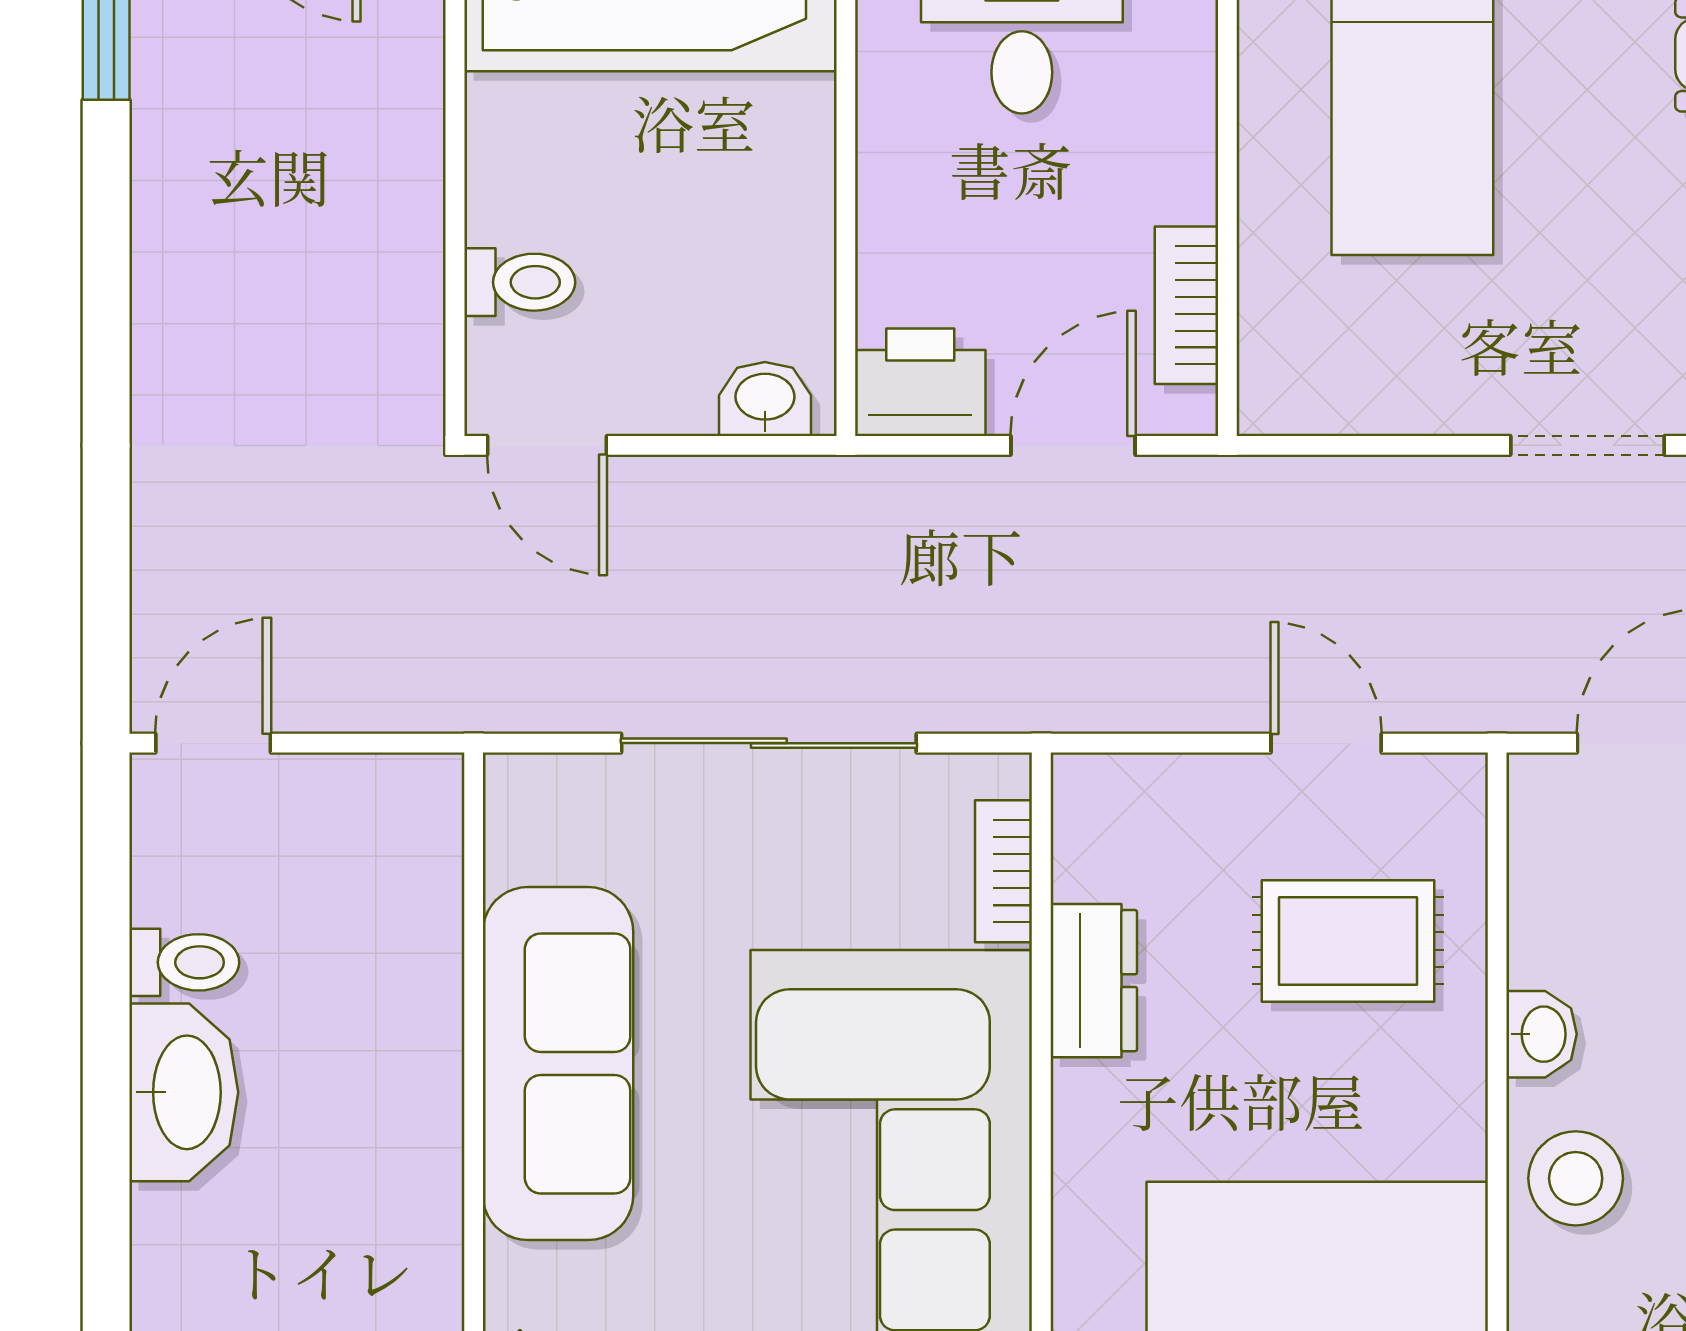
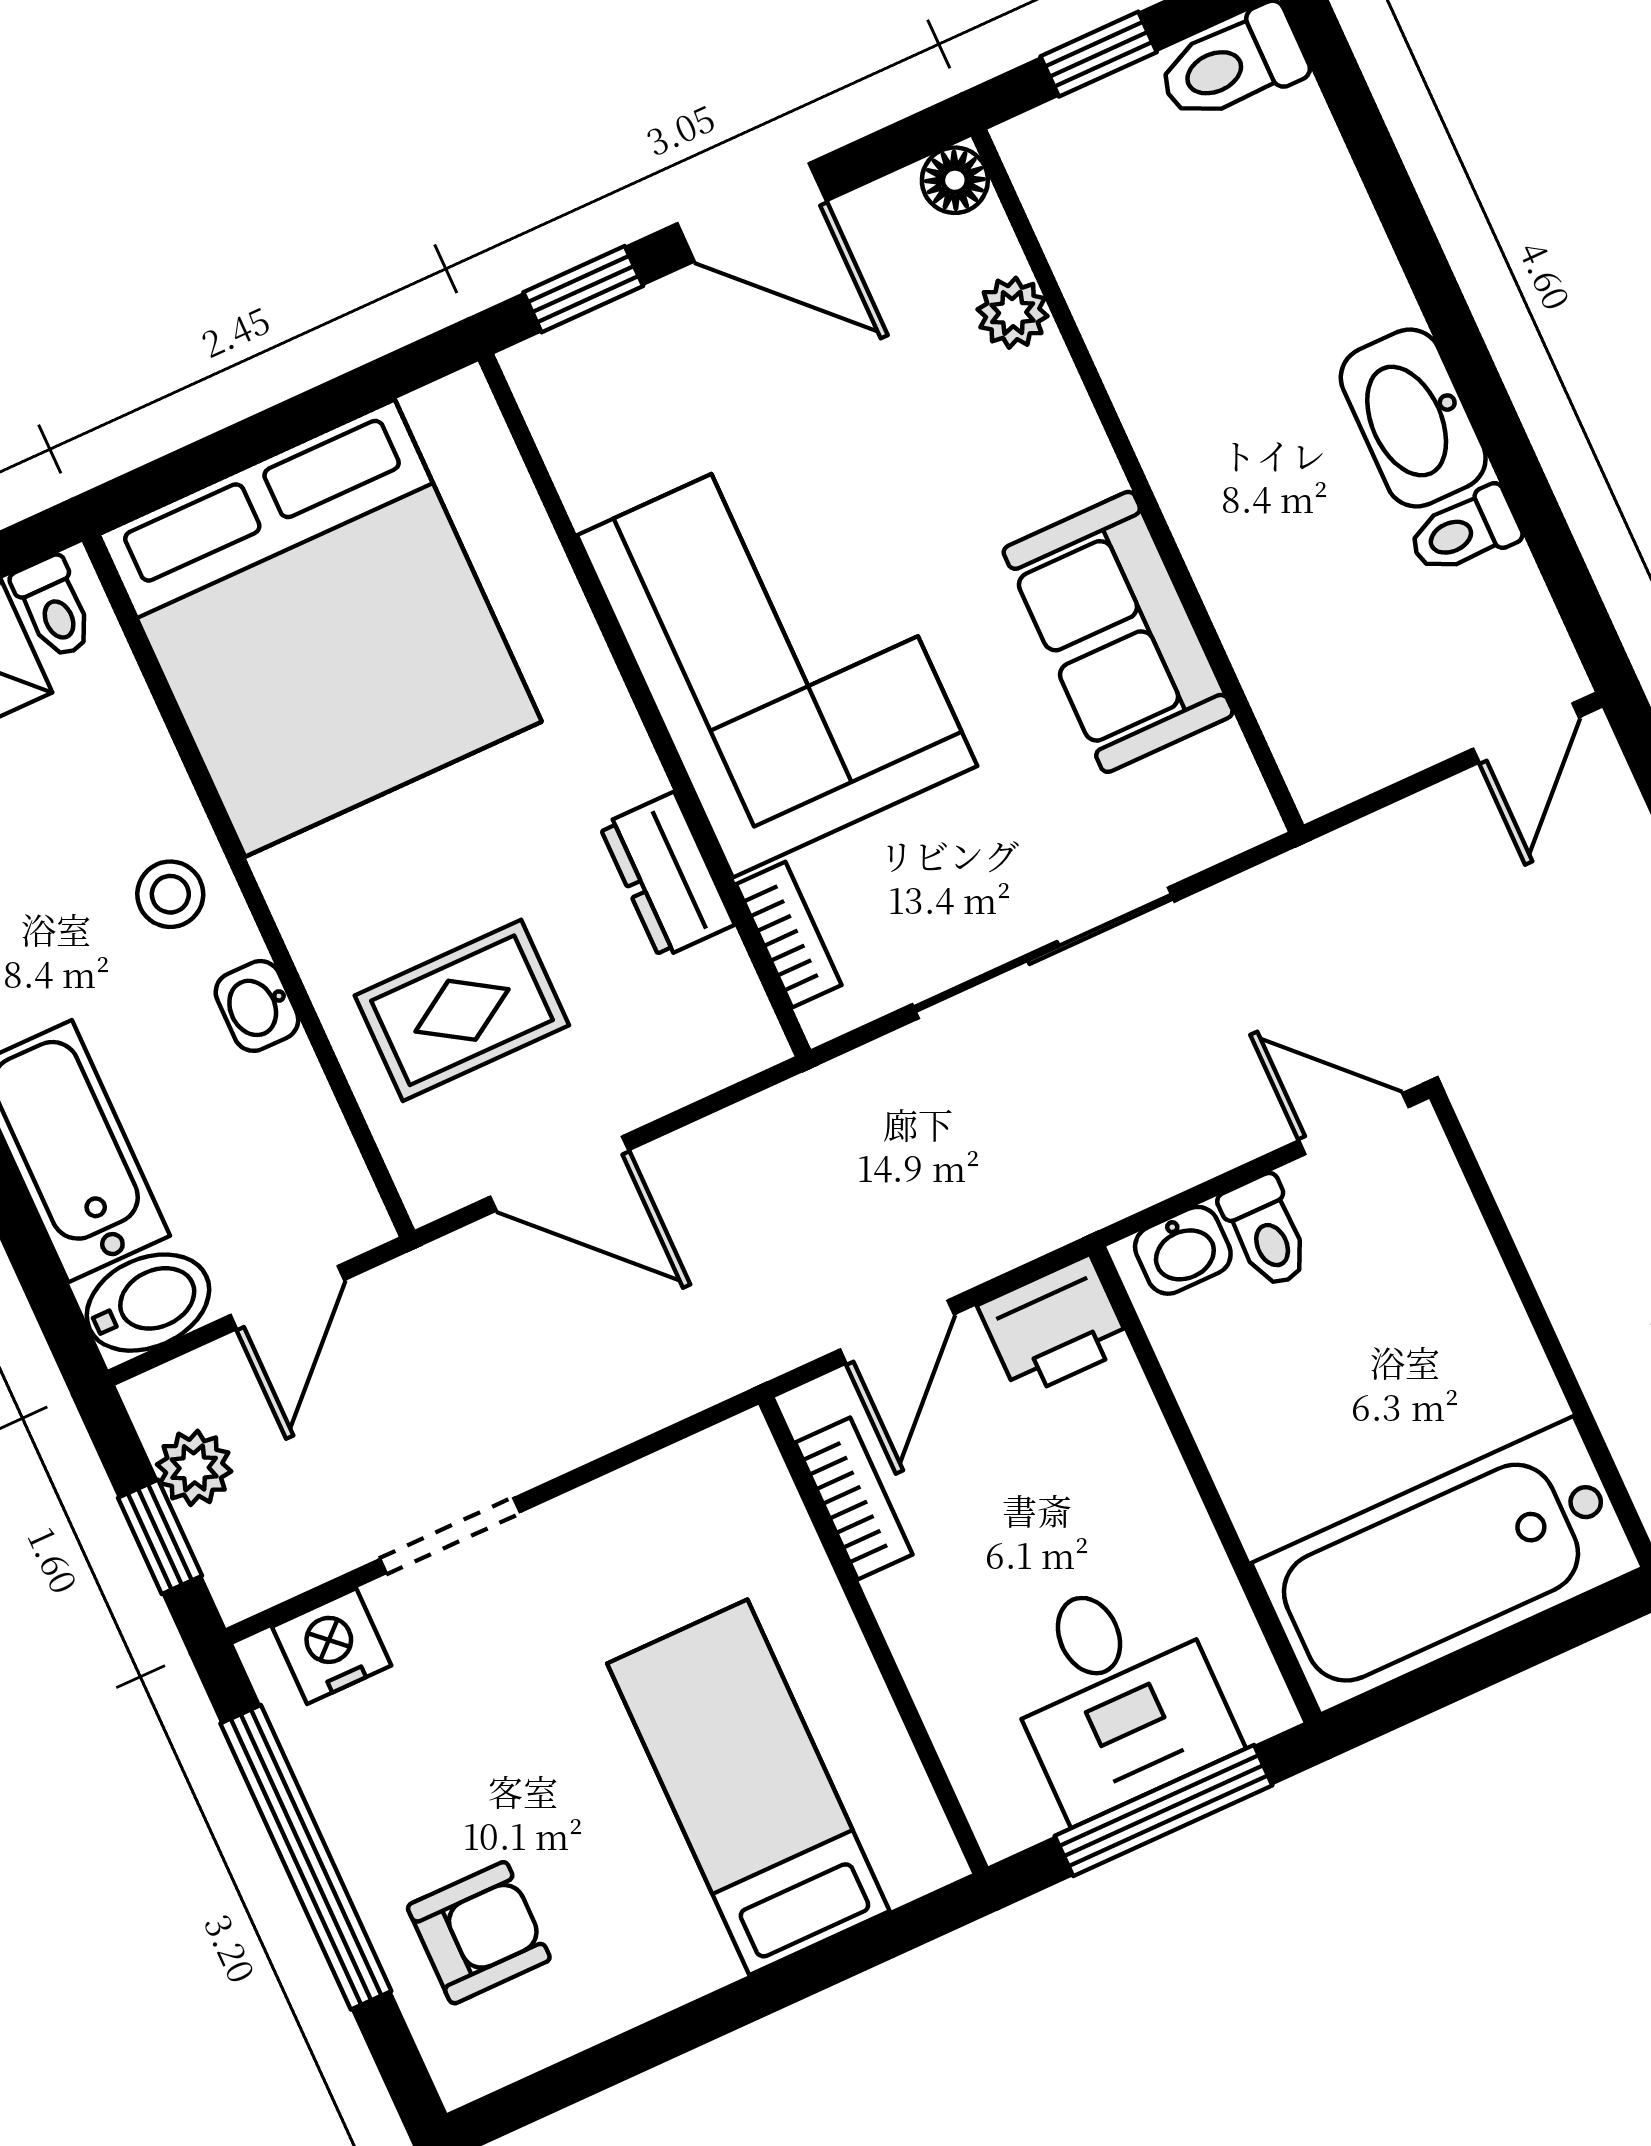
toilet: (520, 282) -> (1266, 1232), moved, turned -90
door: (1326, 743) -> (559, 1174), width x1.38
sofa: (558, 1064) -> (1118, 632), width x0.73
stool: (1576, 1178) -> (170, 894), width x0.73, depth x0.73

